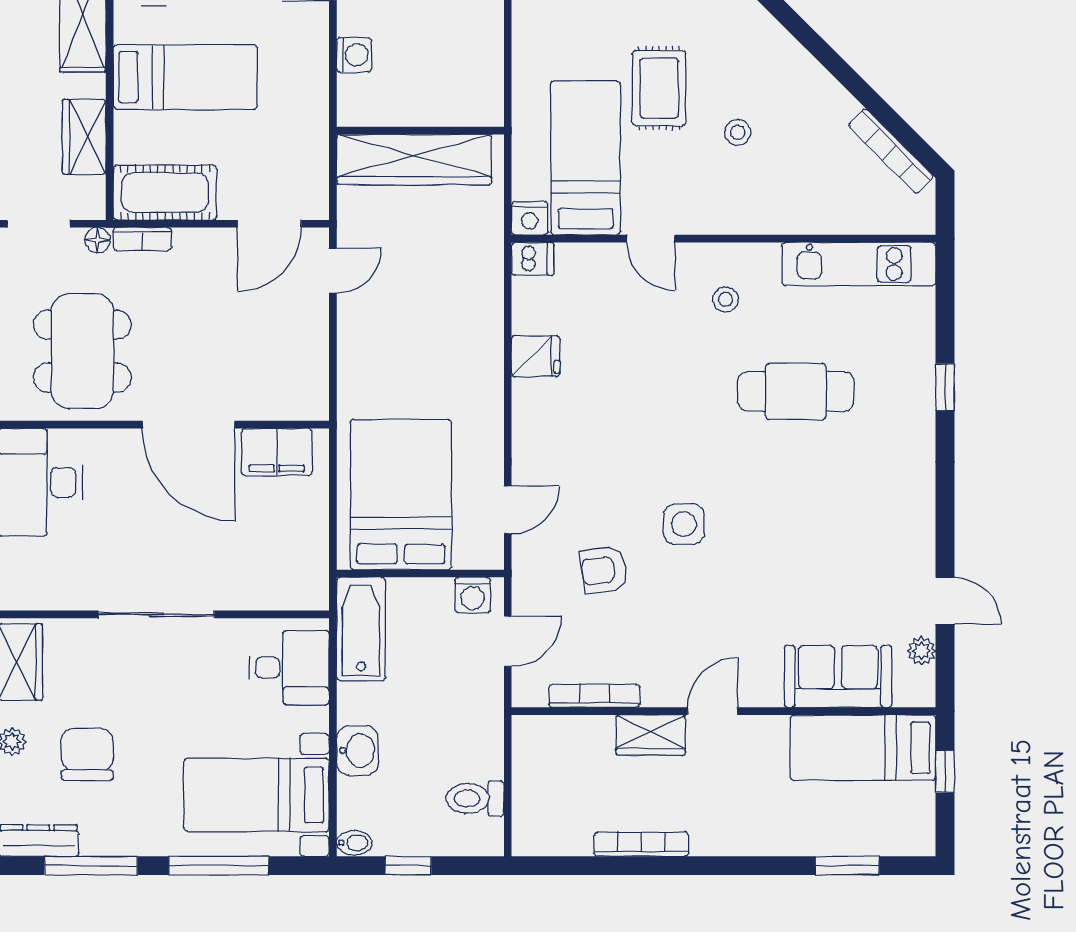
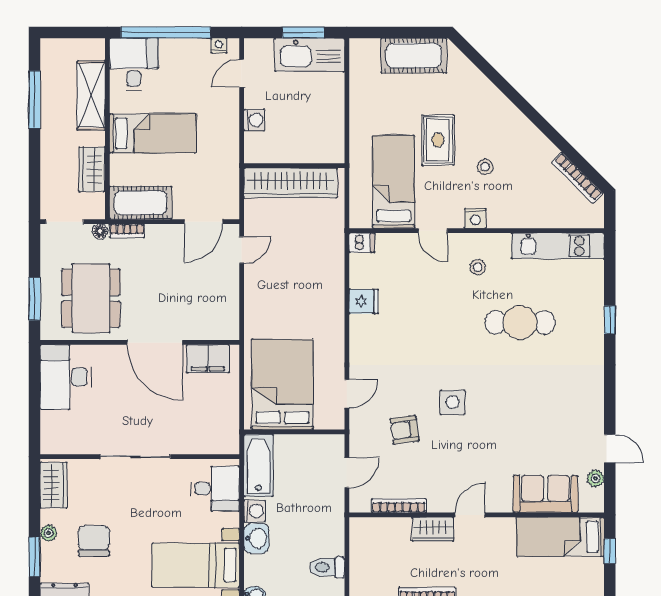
nightstand: (530, 218) -> (475, 218), moved
washing machine: (473, 595) -> (255, 511), moved, turned -90

